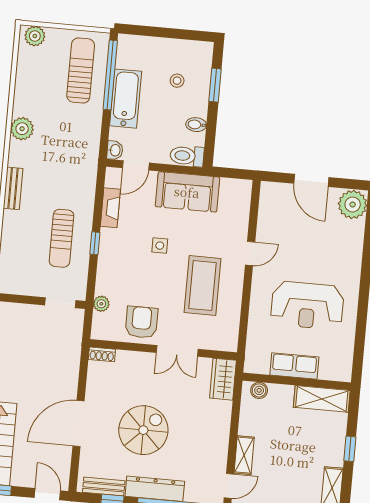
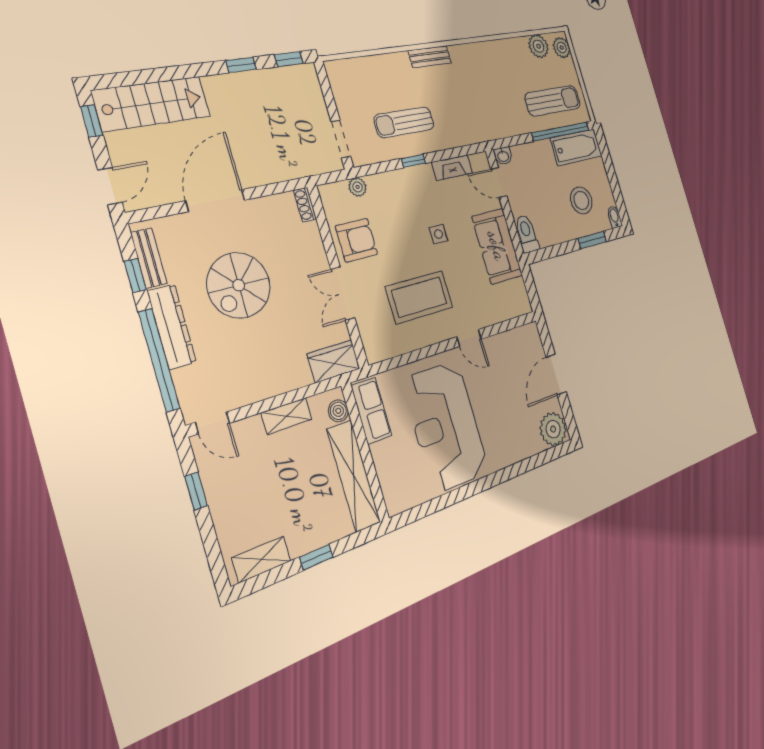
stool: (177, 81) -> (581, 200), width x1.89, depth x1.89
bathtub: (126, 99) -> (576, 147), moved
bidet: (196, 125) -> (615, 217), moved
plant: (22, 129) -> (539, 46), moved
reception desk: (307, 305) -> (446, 426), width x1.36, depth x1.30
row of seats: (294, 366) -> (371, 411), moved
shelving: (322, 399) -> (354, 476), width x1.47
door: (78, 423) -> (215, 200), hinge flipped
spiral stairs: (143, 430) -> (239, 285), turned 90
shelving: (244, 455) -> (287, 416), moved

